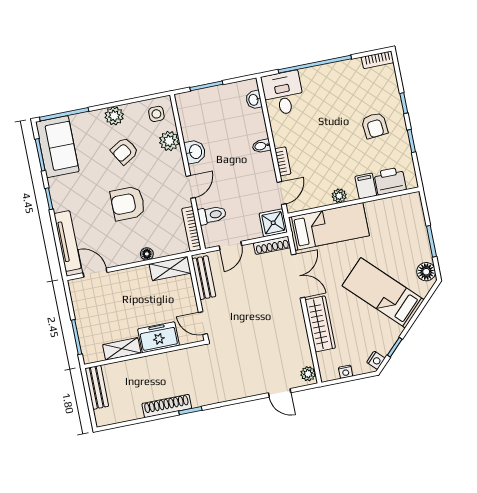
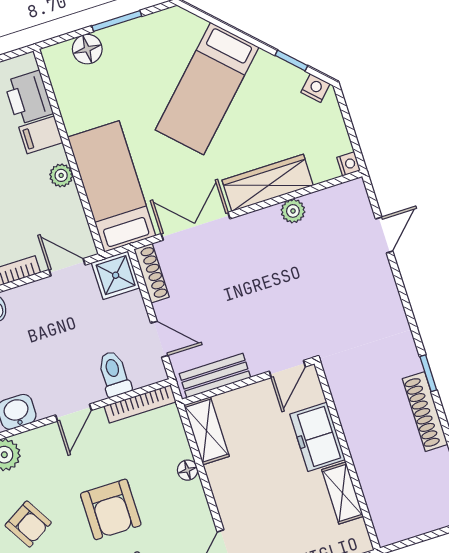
door: (191, 187) -> (73, 413), swing flipped
floor lamp: (426, 272) -> (87, 49), moved
nightstand: (346, 372) -> (349, 164), moved
plant: (308, 374) -> (293, 211), moved
bench: (97, 387) -> (408, 526), removed

